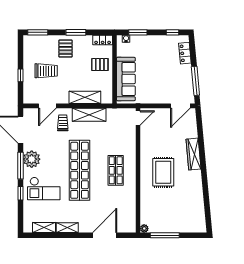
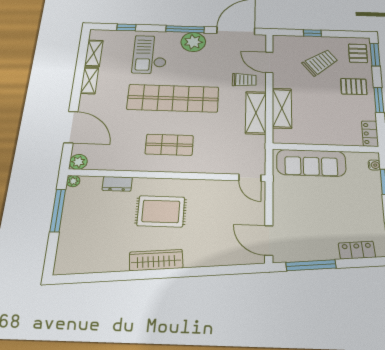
pallet: (100, 65) -> (358, 53), moved
trolley: (46, 71) -> (320, 62), turned -127
wardrobe: (193, 154) -> (156, 260), moved
window: (21, 193) -> (126, 27), moved
dresser: (145, 201) -> (117, 184), added
plant: (130, 227) -> (78, 162), added

